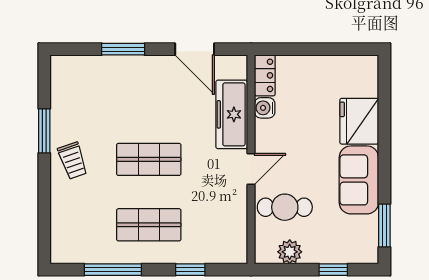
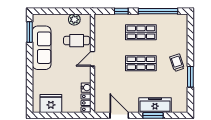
freezer: (232, 114) -> (155, 105), moved, turned -90
fridge: (359, 121) -> (51, 103), moved, turned -90
sofa: (359, 180) -> (42, 48), width x1.36
window: (113, 270) -> (158, 11), width x1.46
window: (333, 270) -> (54, 11), removed

